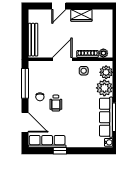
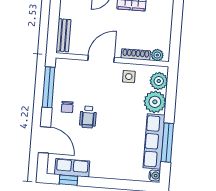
bench: (33, 40) -> (63, 35), width x0.73
row of seats: (47, 141) -> (72, 168), width x0.68
window: (60, 151) -> (68, 180), moved

